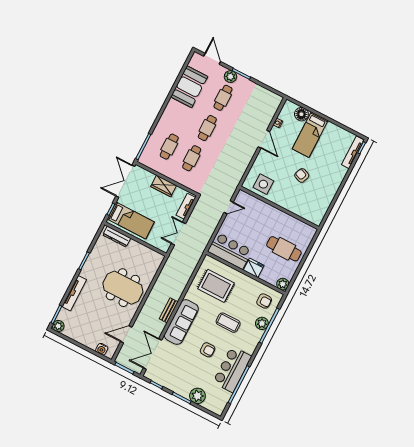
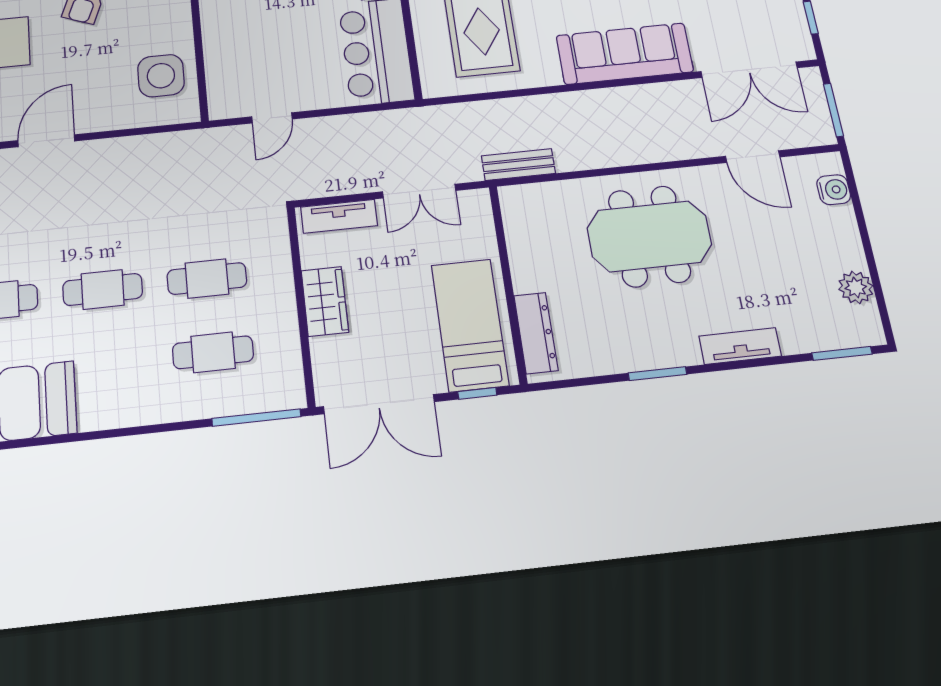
door: (229, 207) -> (272, 118), swing flipped
meeting table: (123, 288) -> (649, 236), turned 90
tv unit: (74, 293) -> (740, 346), width x0.71
bench: (169, 310) -> (518, 165), moved
plant: (58, 326) -> (856, 287), moved

